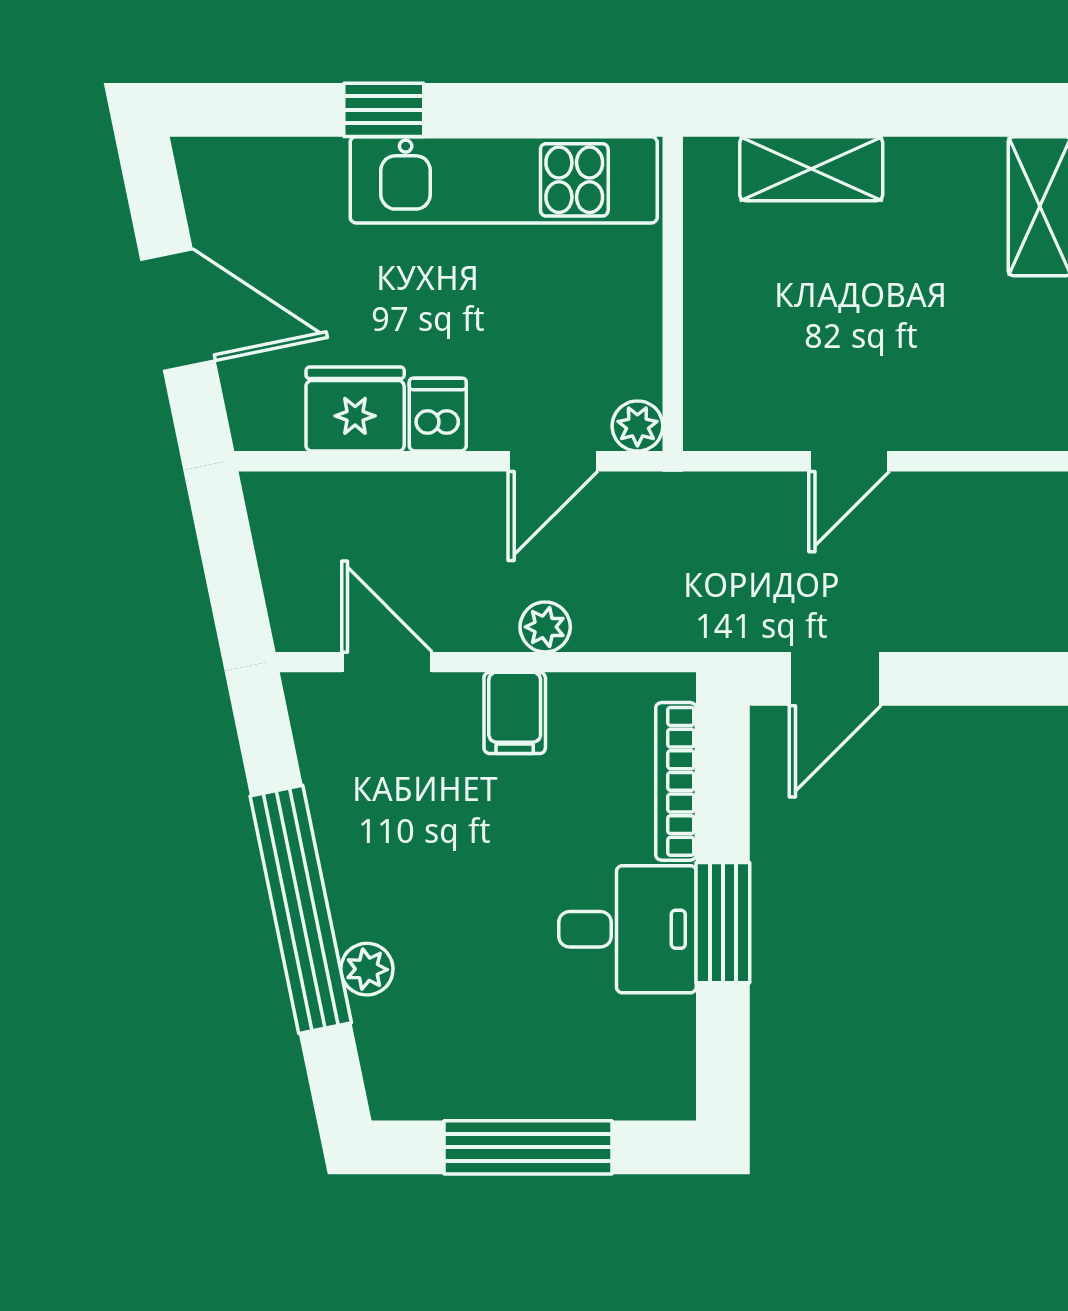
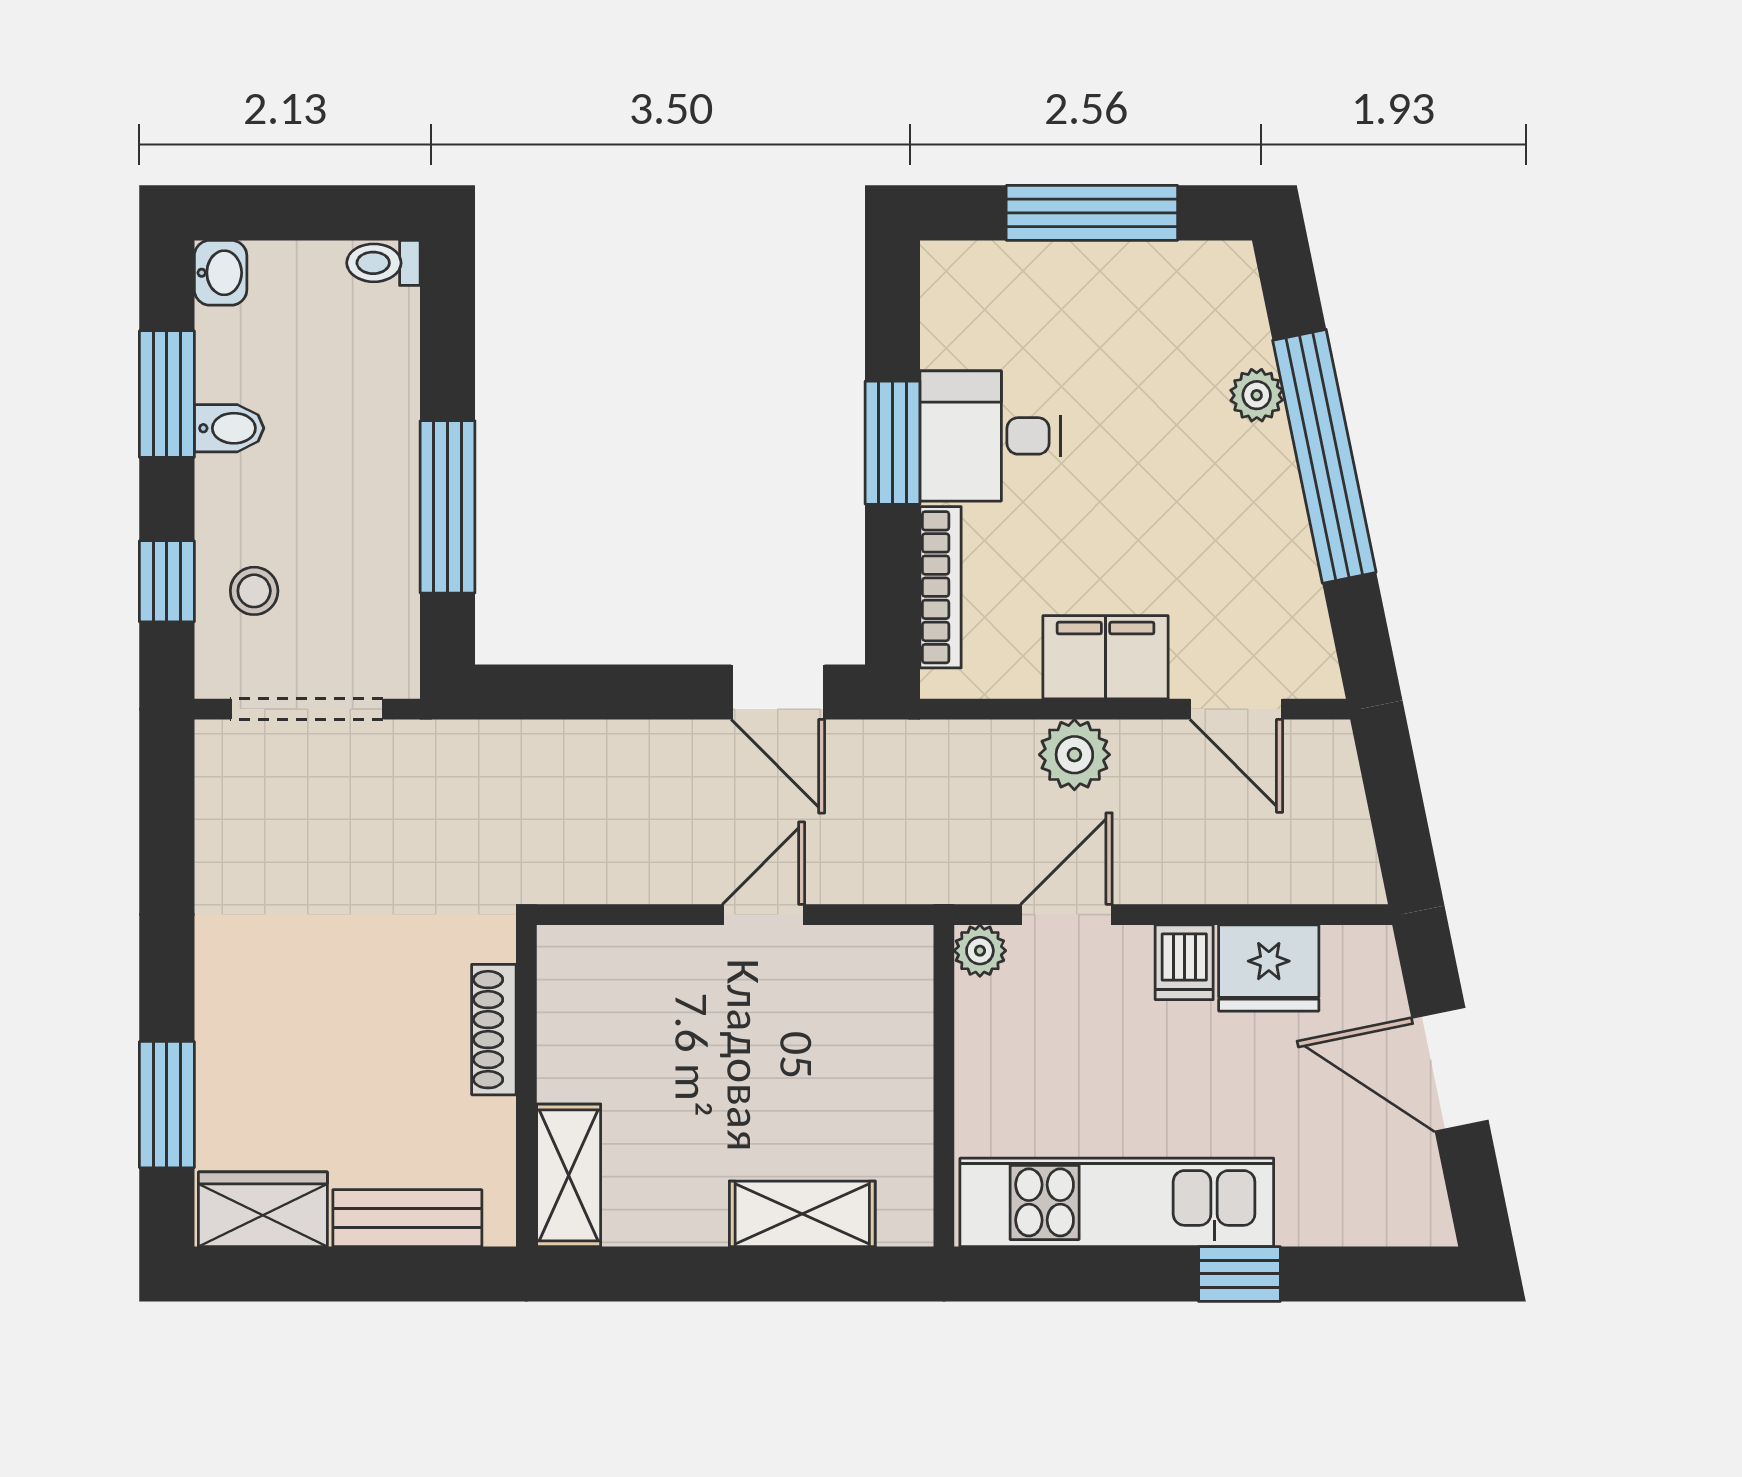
plant: (545, 627) -> (1074, 755), width x1.38, depth x1.38
door: (835, 679) -> (778, 692), swing flipped
filing cabinet: (515, 713) -> (1106, 657), width x2.00

